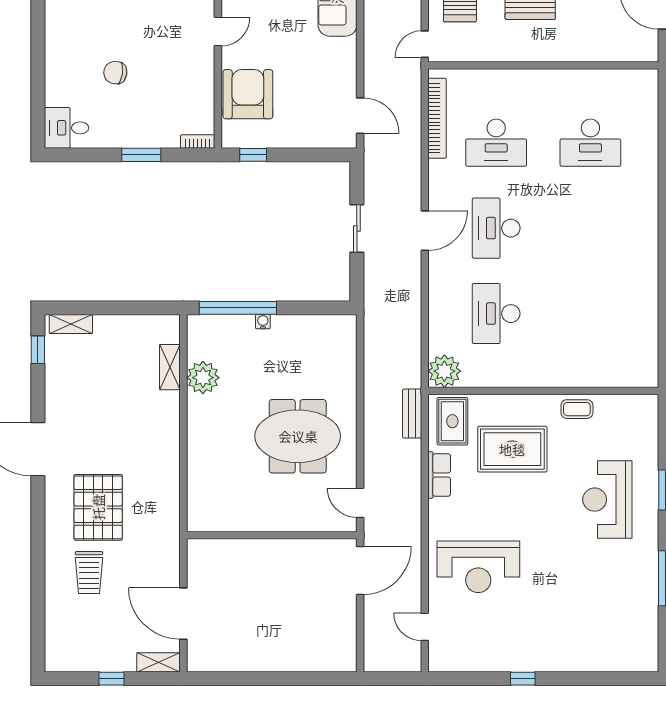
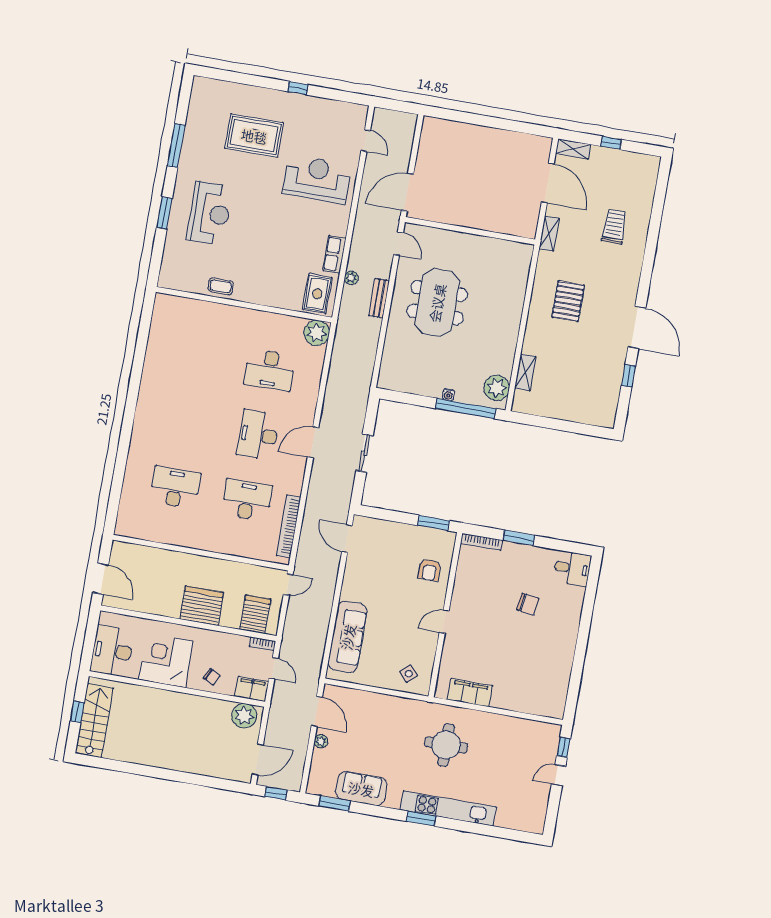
armchair: (248, 94) -> (430, 570), width x0.53, depth x0.53
bookcase: (198, 142) -> (482, 542), width x1.56
window: (253, 155) -> (434, 523), width x1.50
desk: (496, 228) -> (258, 435), turned 180
desk: (496, 314) -> (270, 370), turned 90
shelving: (71, 324) -> (549, 234), moved, turned 90
window: (38, 350) -> (628, 376), moved
plant: (203, 378) -> (497, 388), moved
bench: (412, 414) -> (379, 298), moved
meeting table: (298, 436) -> (437, 303), turned 90
plant: (413, 449) -> (351, 278), added
rug: (512, 449) -> (254, 136), moved
pallet: (98, 507) -> (568, 301), moved, width x0.73, depth x0.71

